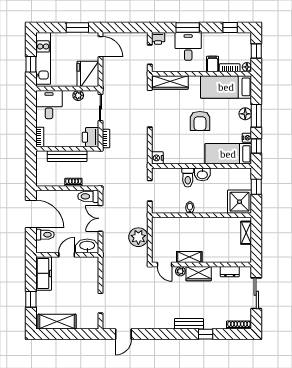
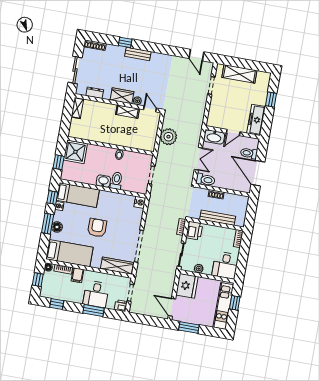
shelving: (246, 233) -> (77, 108), moved
shelving: (57, 322) -> (239, 74), moved
door: (123, 334) -> (196, 55), swing flipped

